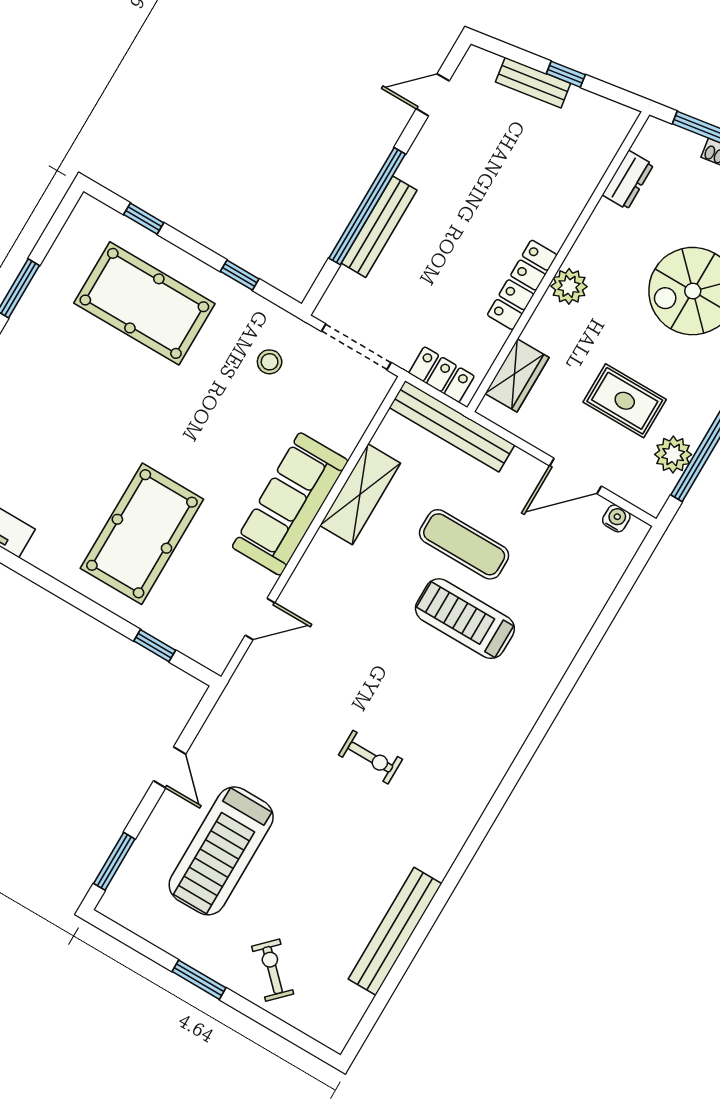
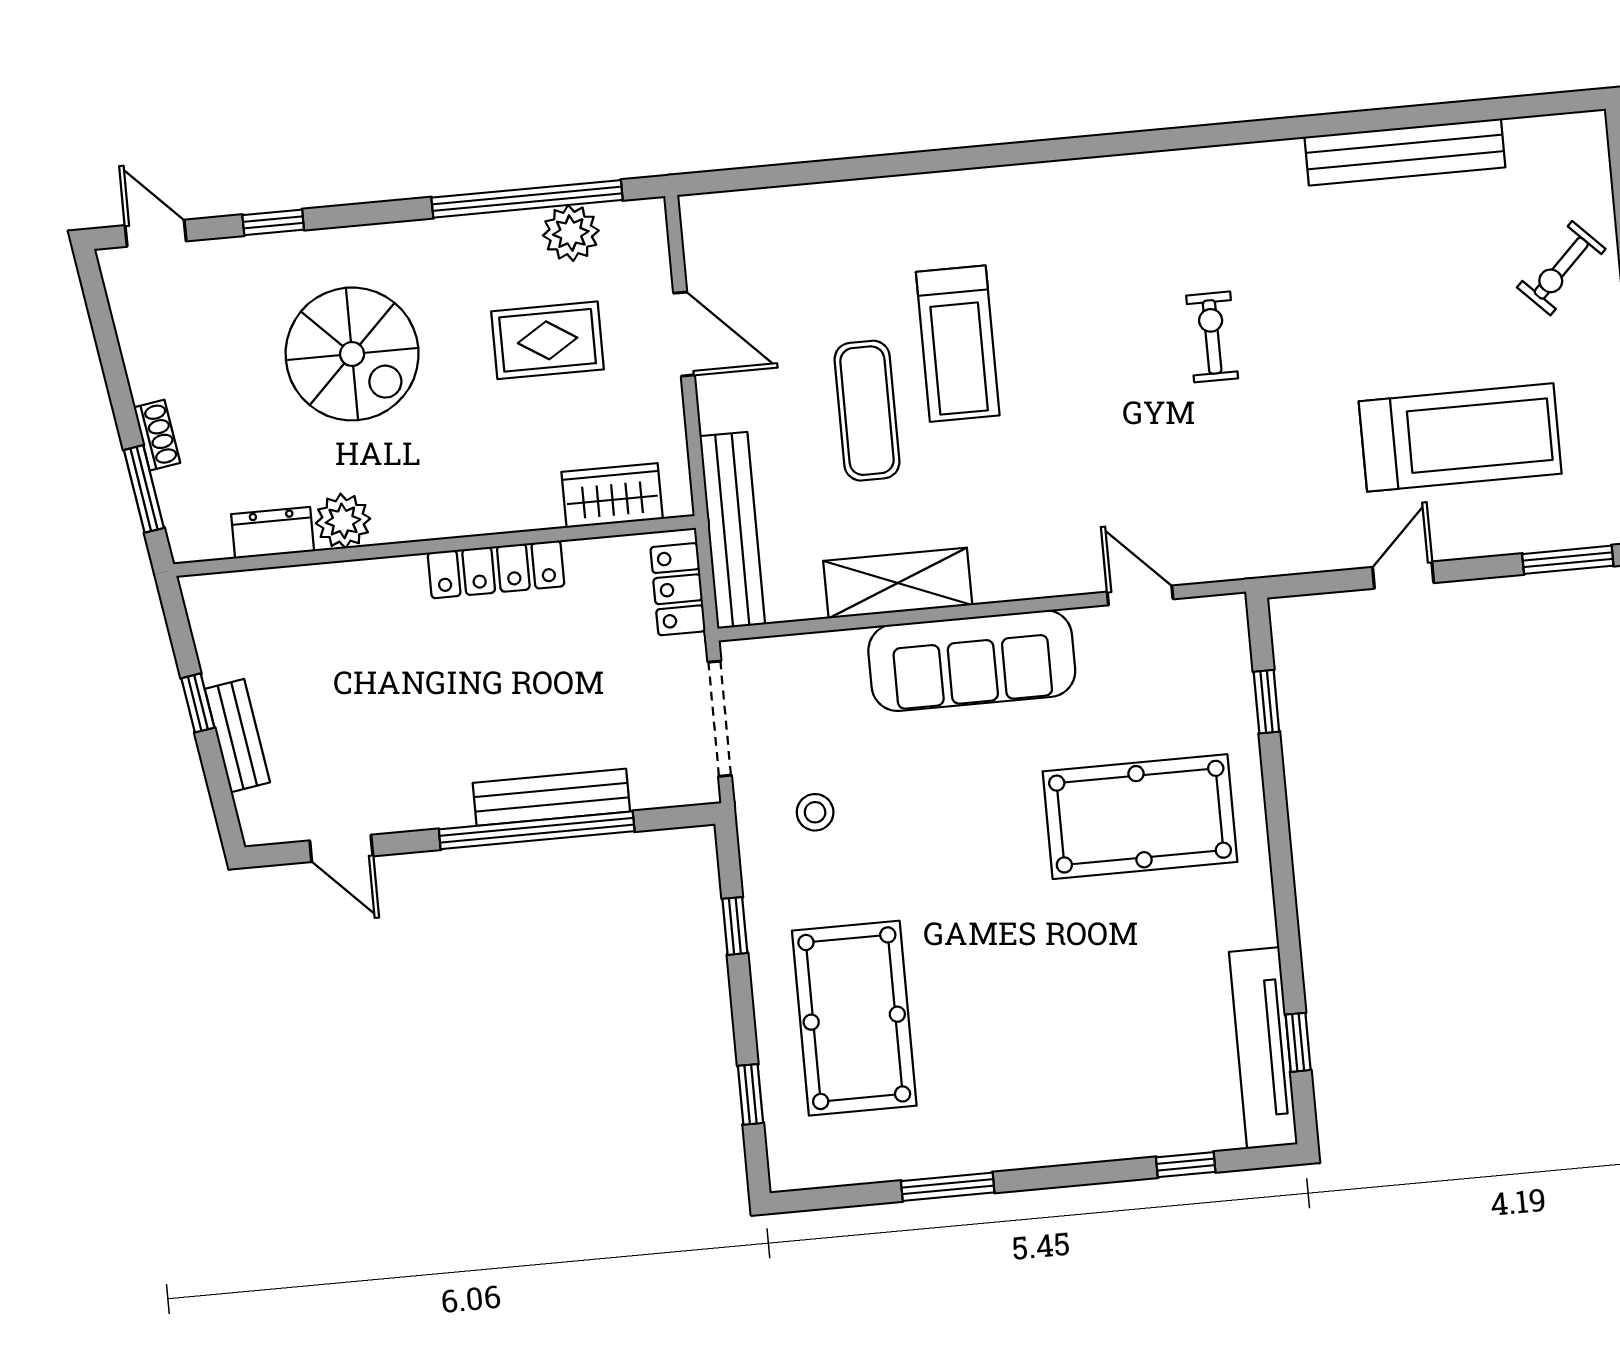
plant: (569, 286) -> (343, 521), moved
rug: (625, 401) -> (548, 340), turned 90
water cooler: (616, 518) -> (700, 246), removed

